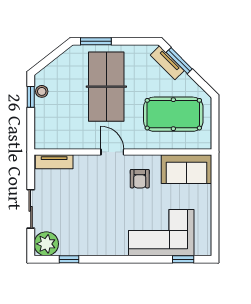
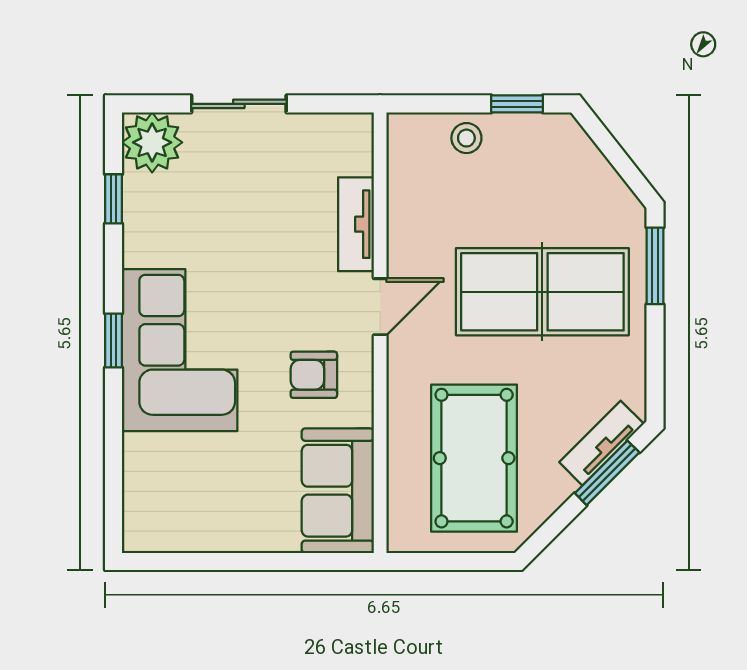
stool: (42, 91) -> (466, 138), moved
tv unit: (54, 162) -> (356, 224), moved
corner sofa: (161, 233) -> (180, 350), moved
window: (183, 259) -> (114, 340), moved

